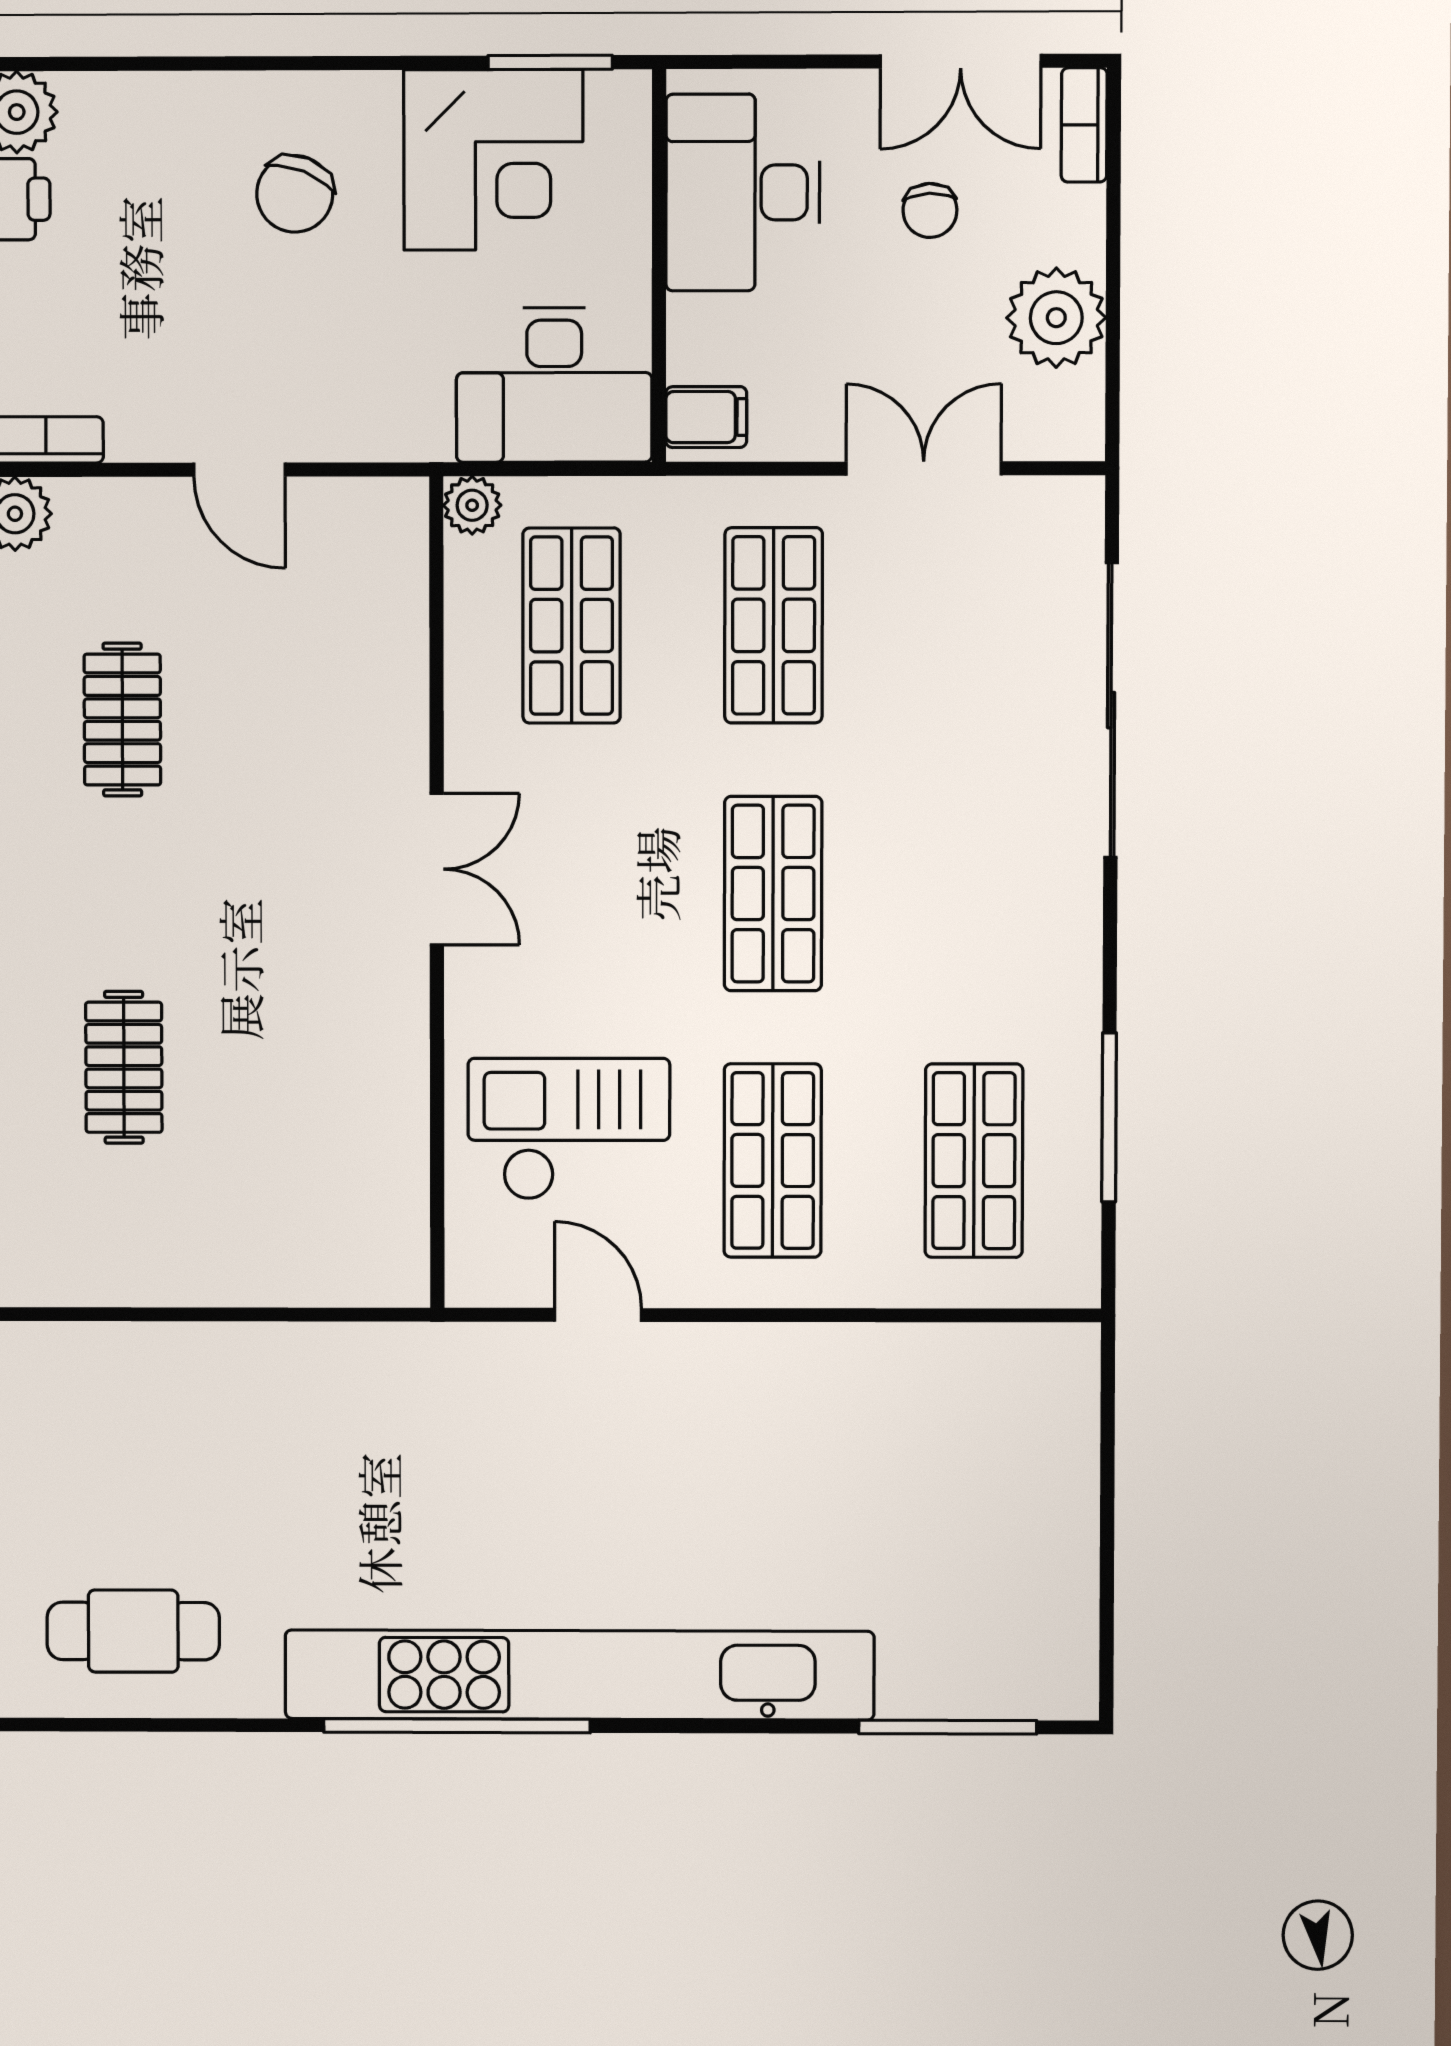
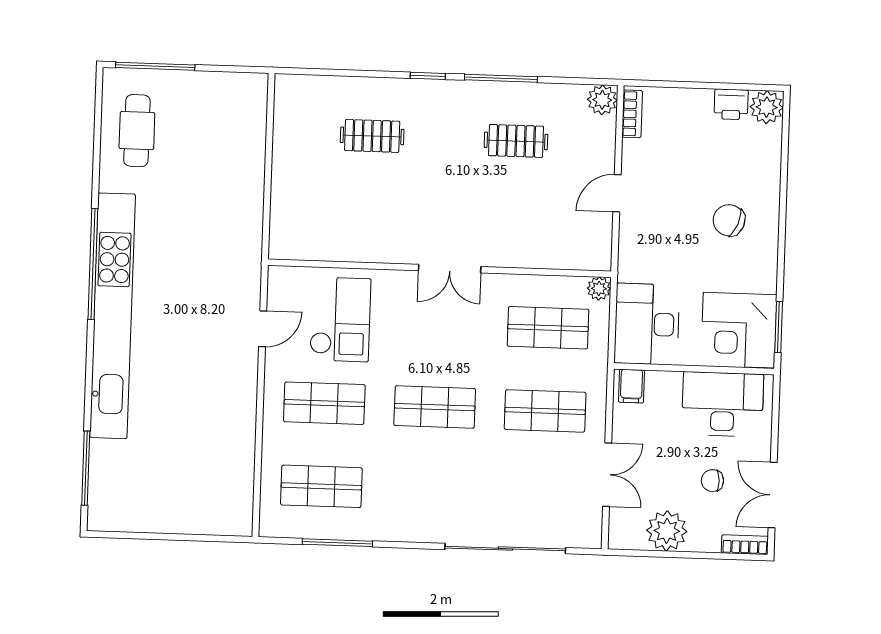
corner desk: (493, 160) -> (739, 330), moved

